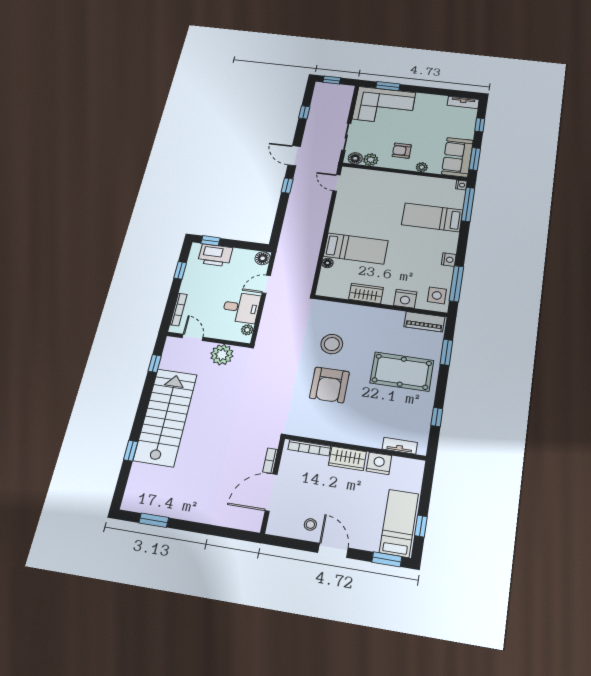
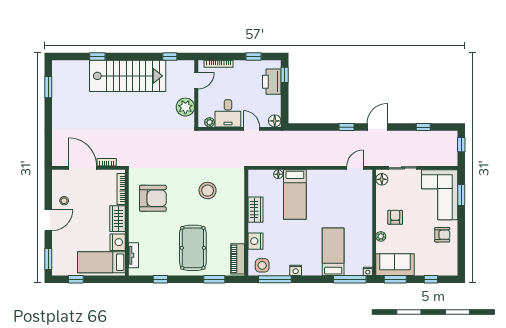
tv unit: (463, 102) -> (452, 262), removed
armchair: (430, 108) -> (442, 235), added
plant: (371, 160) -> (382, 193), removed
armchair: (329, 385) -> (153, 198), moved, turned 180
bed: (399, 523) -> (101, 262), moved, turned 180

